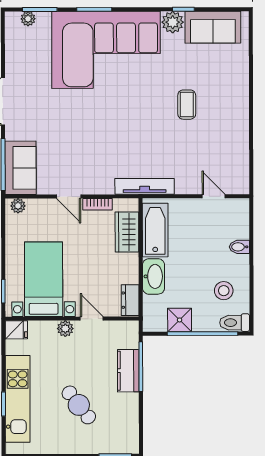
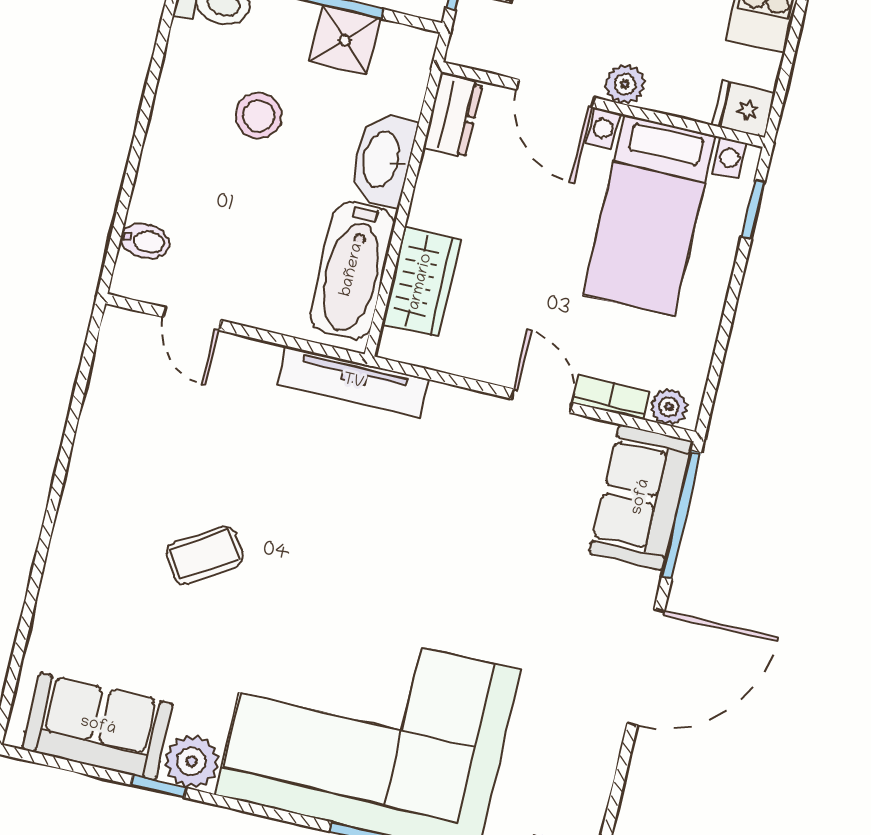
coffee table: (187, 105) -> (205, 555), turned 58
bookcase: (97, 204) -> (611, 397), moved
bidet: (239, 247) -> (145, 241), moved
stool: (224, 291) -> (259, 116), moved
door: (92, 319) -> (556, 93), width x1.38

